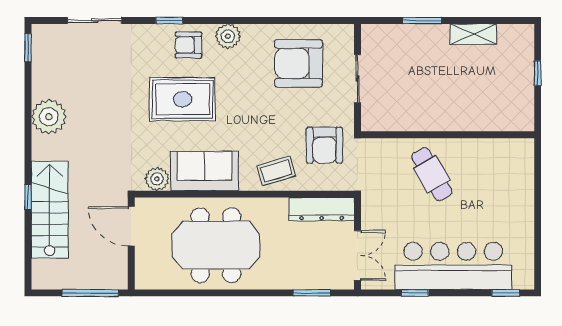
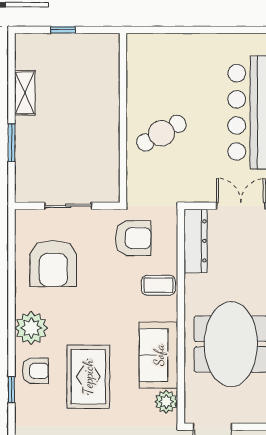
plant: (228, 36) -> (31, 328), width x1.36, depth x1.36
armchair: (188, 45) -> (35, 371), turned -90
coffee table: (276, 171) -> (158, 285), turned -73

